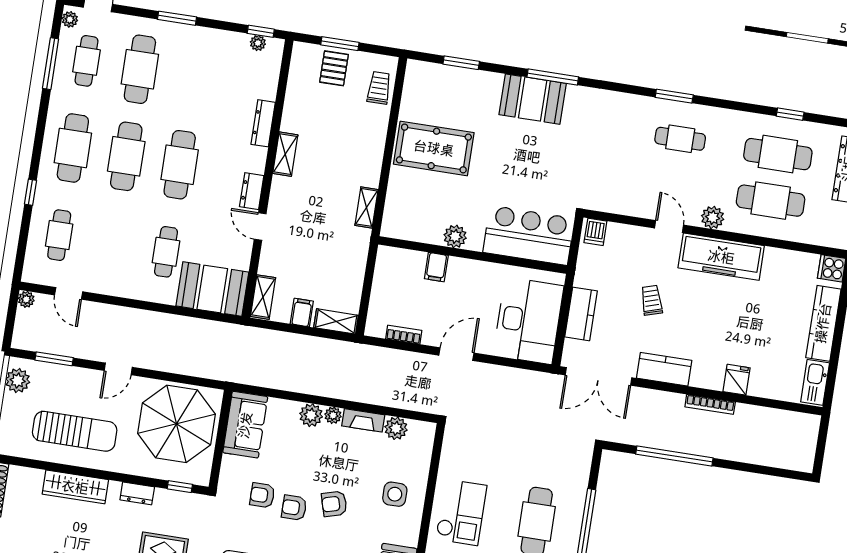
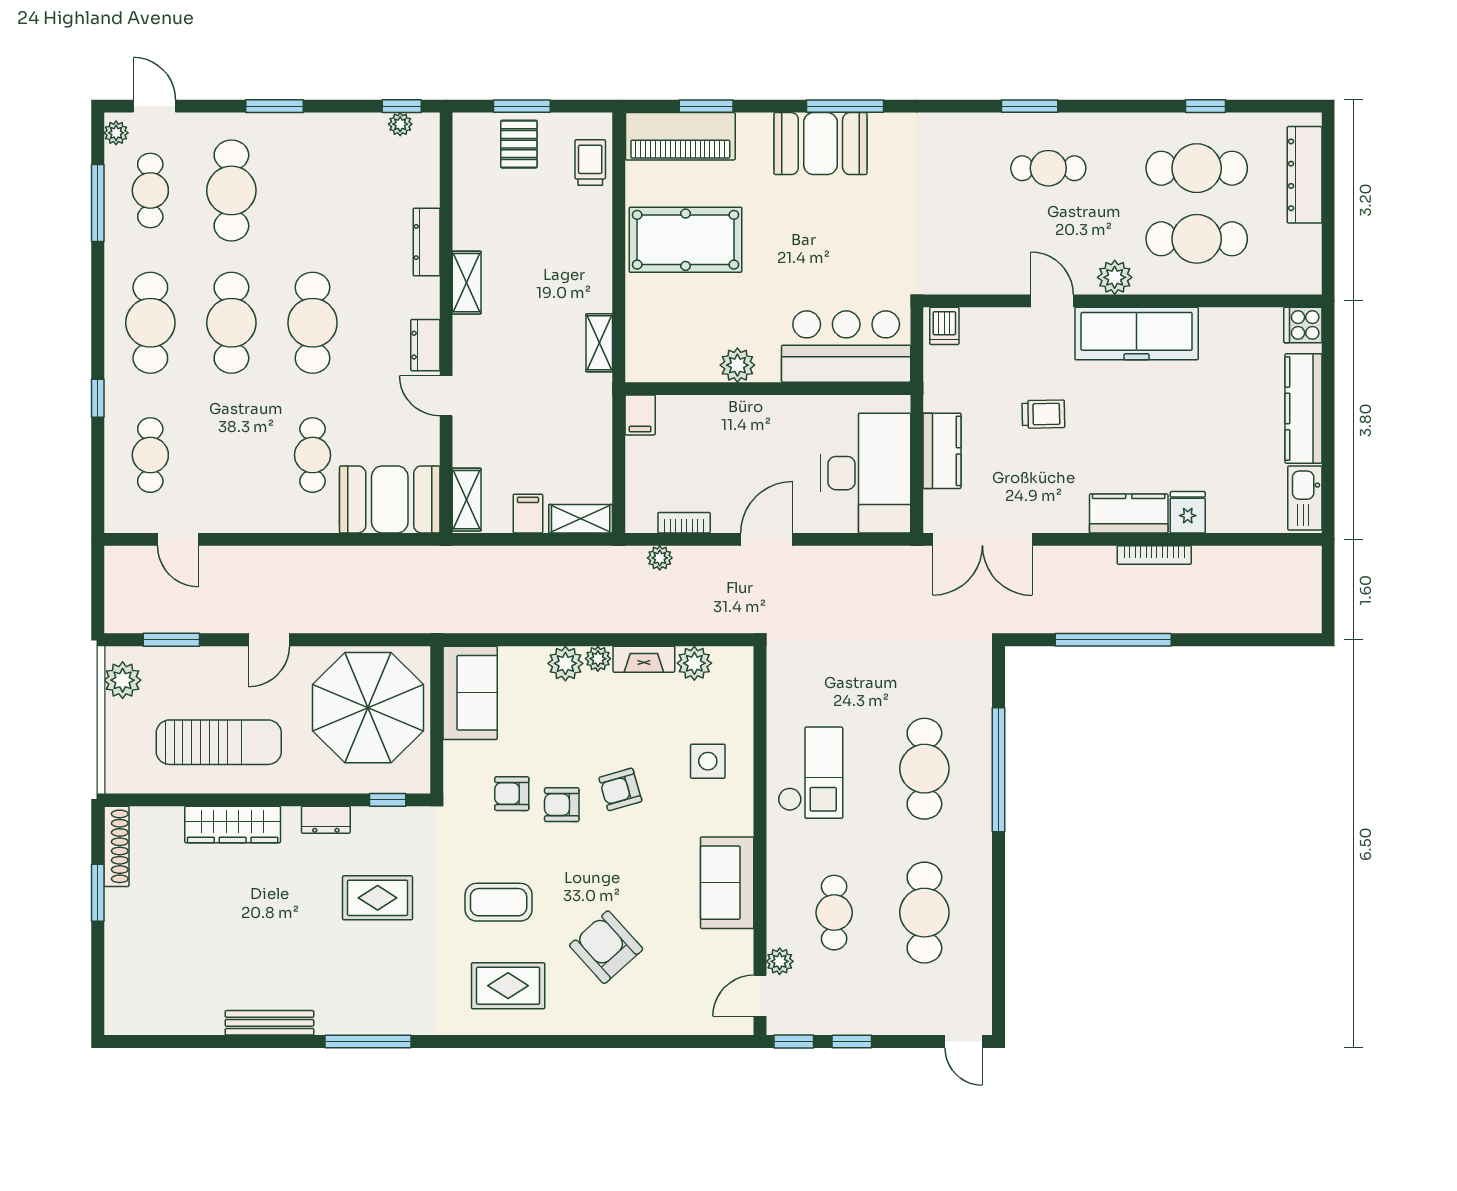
piano: (441, 80) -> (680, 136), added
filing cabinet: (436, 267) -> (640, 415), moved
plant: (26, 299) -> (660, 558), moved
trolley: (652, 300) -> (1043, 414), turned 106
kitchen counter: (664, 369) -> (1129, 513), moved

